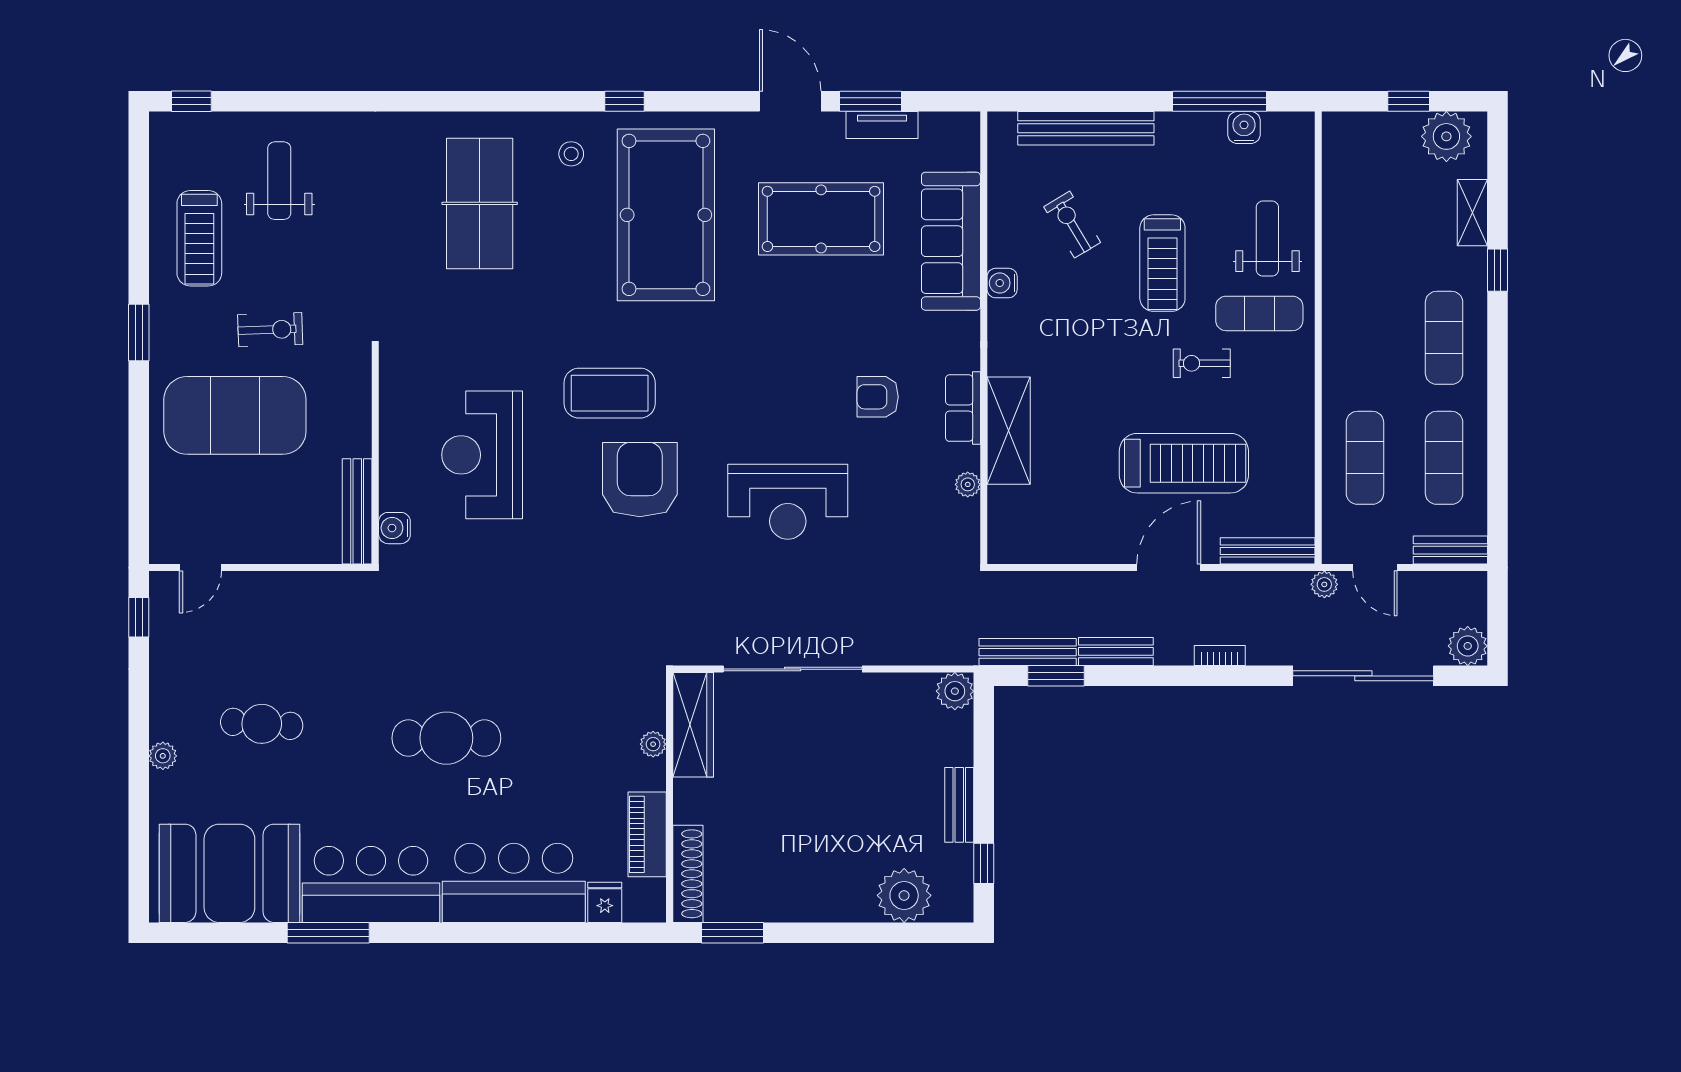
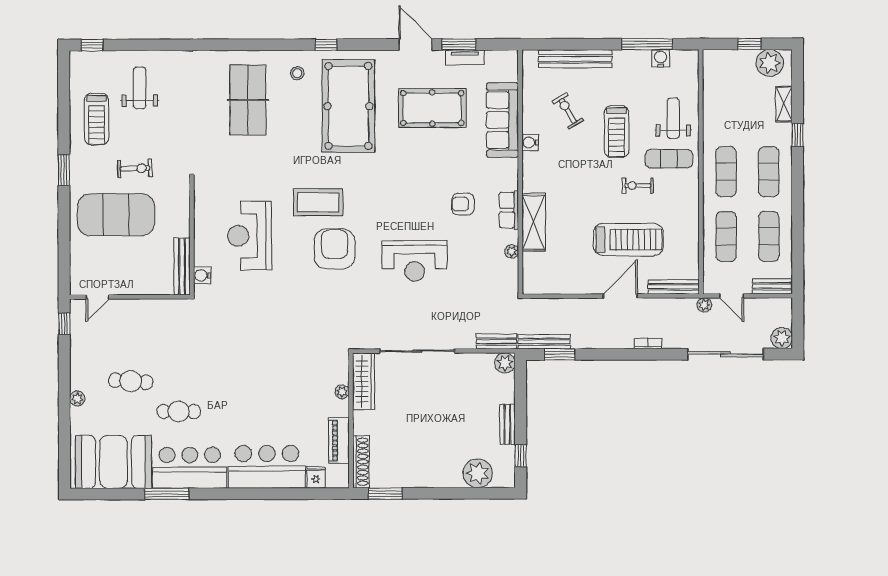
exercise mat: (1365, 338) -> (726, 172), added
bench: (1116, 651) -> (496, 341), moved
cafe table: (446, 738) -> (179, 411), moved, width x0.73, depth x0.74

